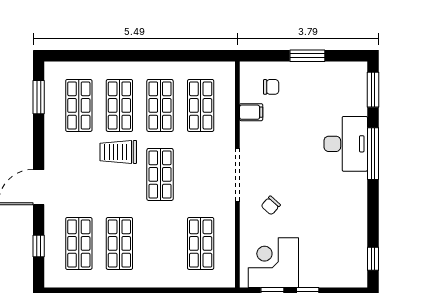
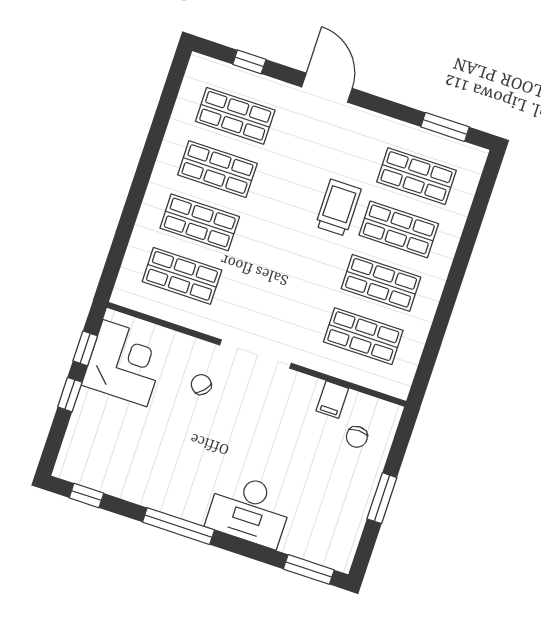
window: (373, 154) -> (178, 526), moved
shop shelf: (160, 174) -> (200, 222), moved

